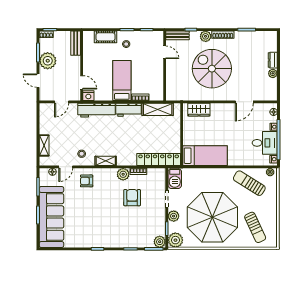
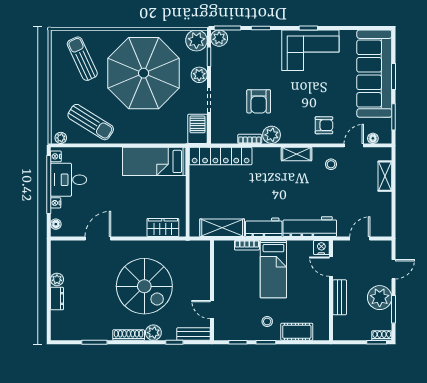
bench: (76, 43) -> (340, 297), moved
door: (38, 81) -> (394, 269), hinge flipped
corner sofa: (96, 233) -> (310, 50), added

